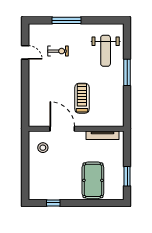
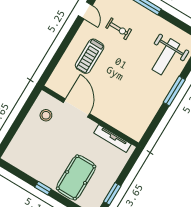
treadmill: (82, 98) -> (90, 56), moved, turned 180
window: (53, 203) -> (43, 188), moved

